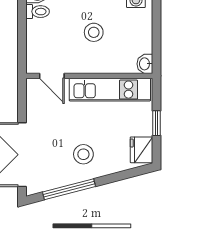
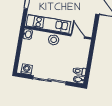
stool: (94, 32) -> (54, 40), moved

